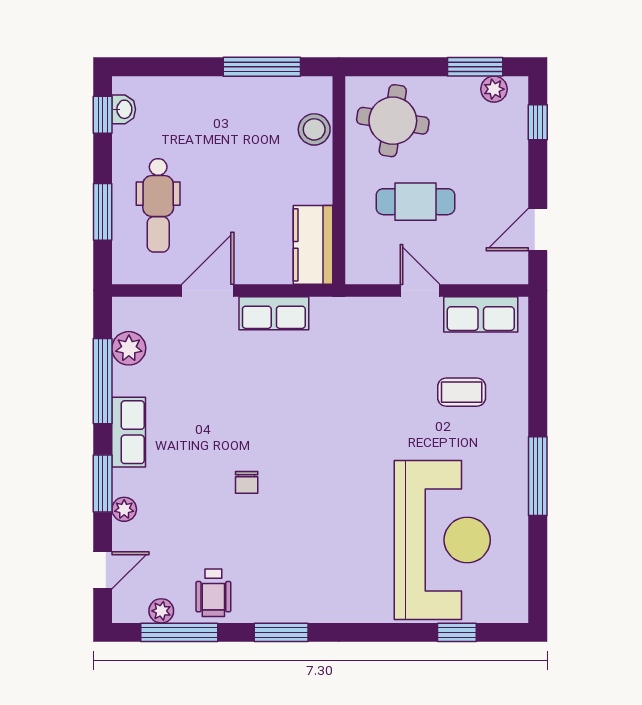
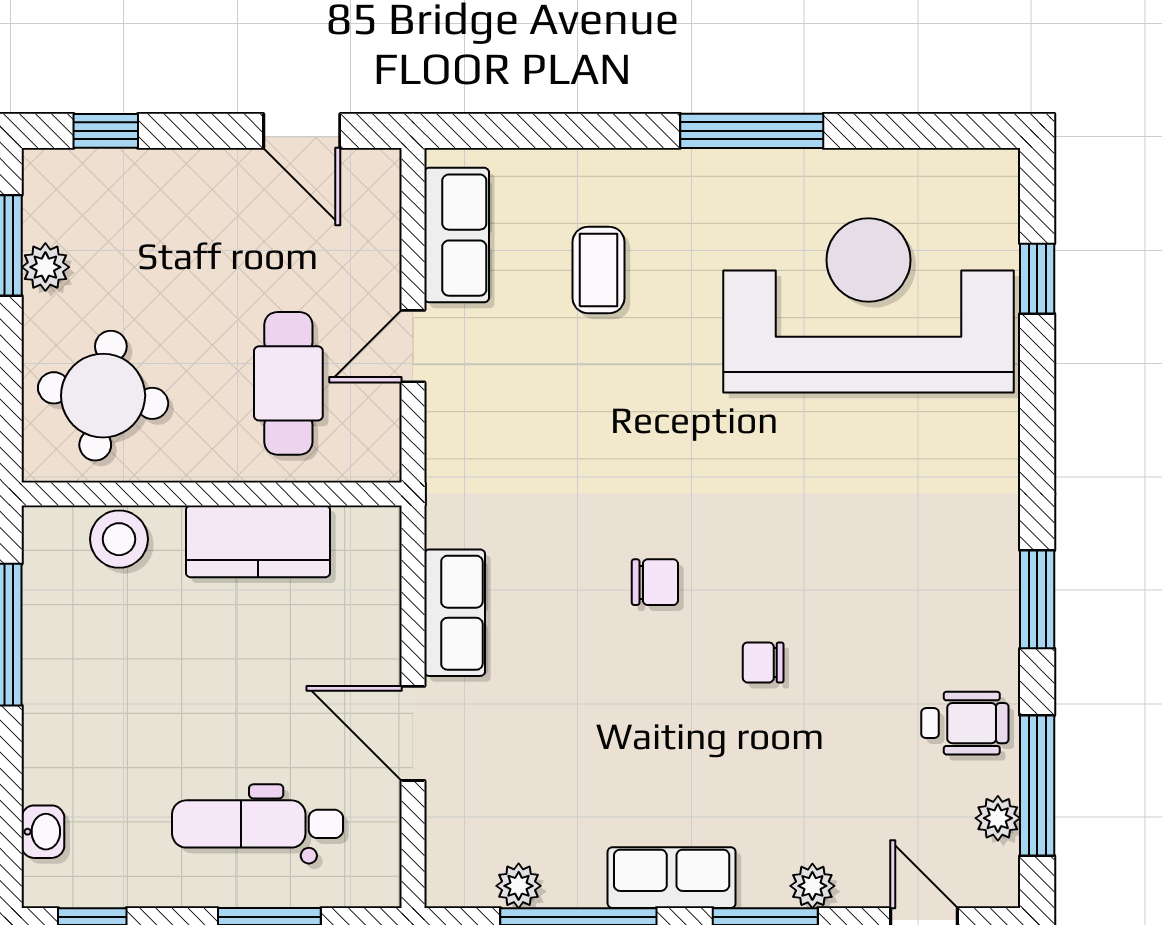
plant: (494, 89) -> (45, 267), moved
washbasin: (124, 109) -> (43, 832), moved, turned 90
cafe table: (416, 202) -> (288, 383), moved
dental chair: (158, 205) -> (258, 824), turned 180
kitchen counter: (313, 245) -> (258, 541), moved
plant: (129, 348) -> (519, 886), width x0.73, depth x0.73
chair: (291, 423) -> (655, 582), added
chair: (247, 482) -> (763, 662), turned 180

